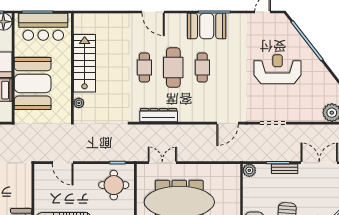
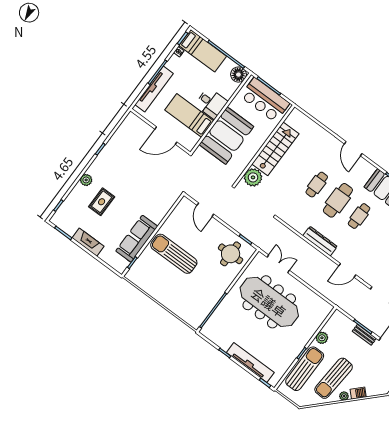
plant: (79, 103) -> (253, 177), width x1.87, depth x1.87
dresser: (159, 115) -> (320, 241), moved
plant: (249, 170) -> (322, 338), moved

